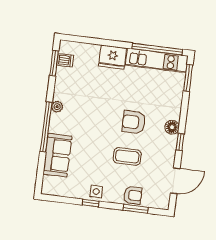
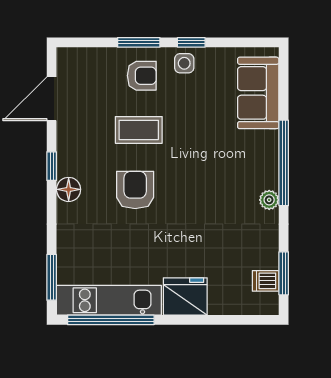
armchair: (134, 122) -> (135, 190), turned -90
sofa: (57, 155) -> (258, 93), moved
armchair: (133, 195) -> (142, 76), moved, turned 180
window: (136, 209) -> (139, 42), moved

